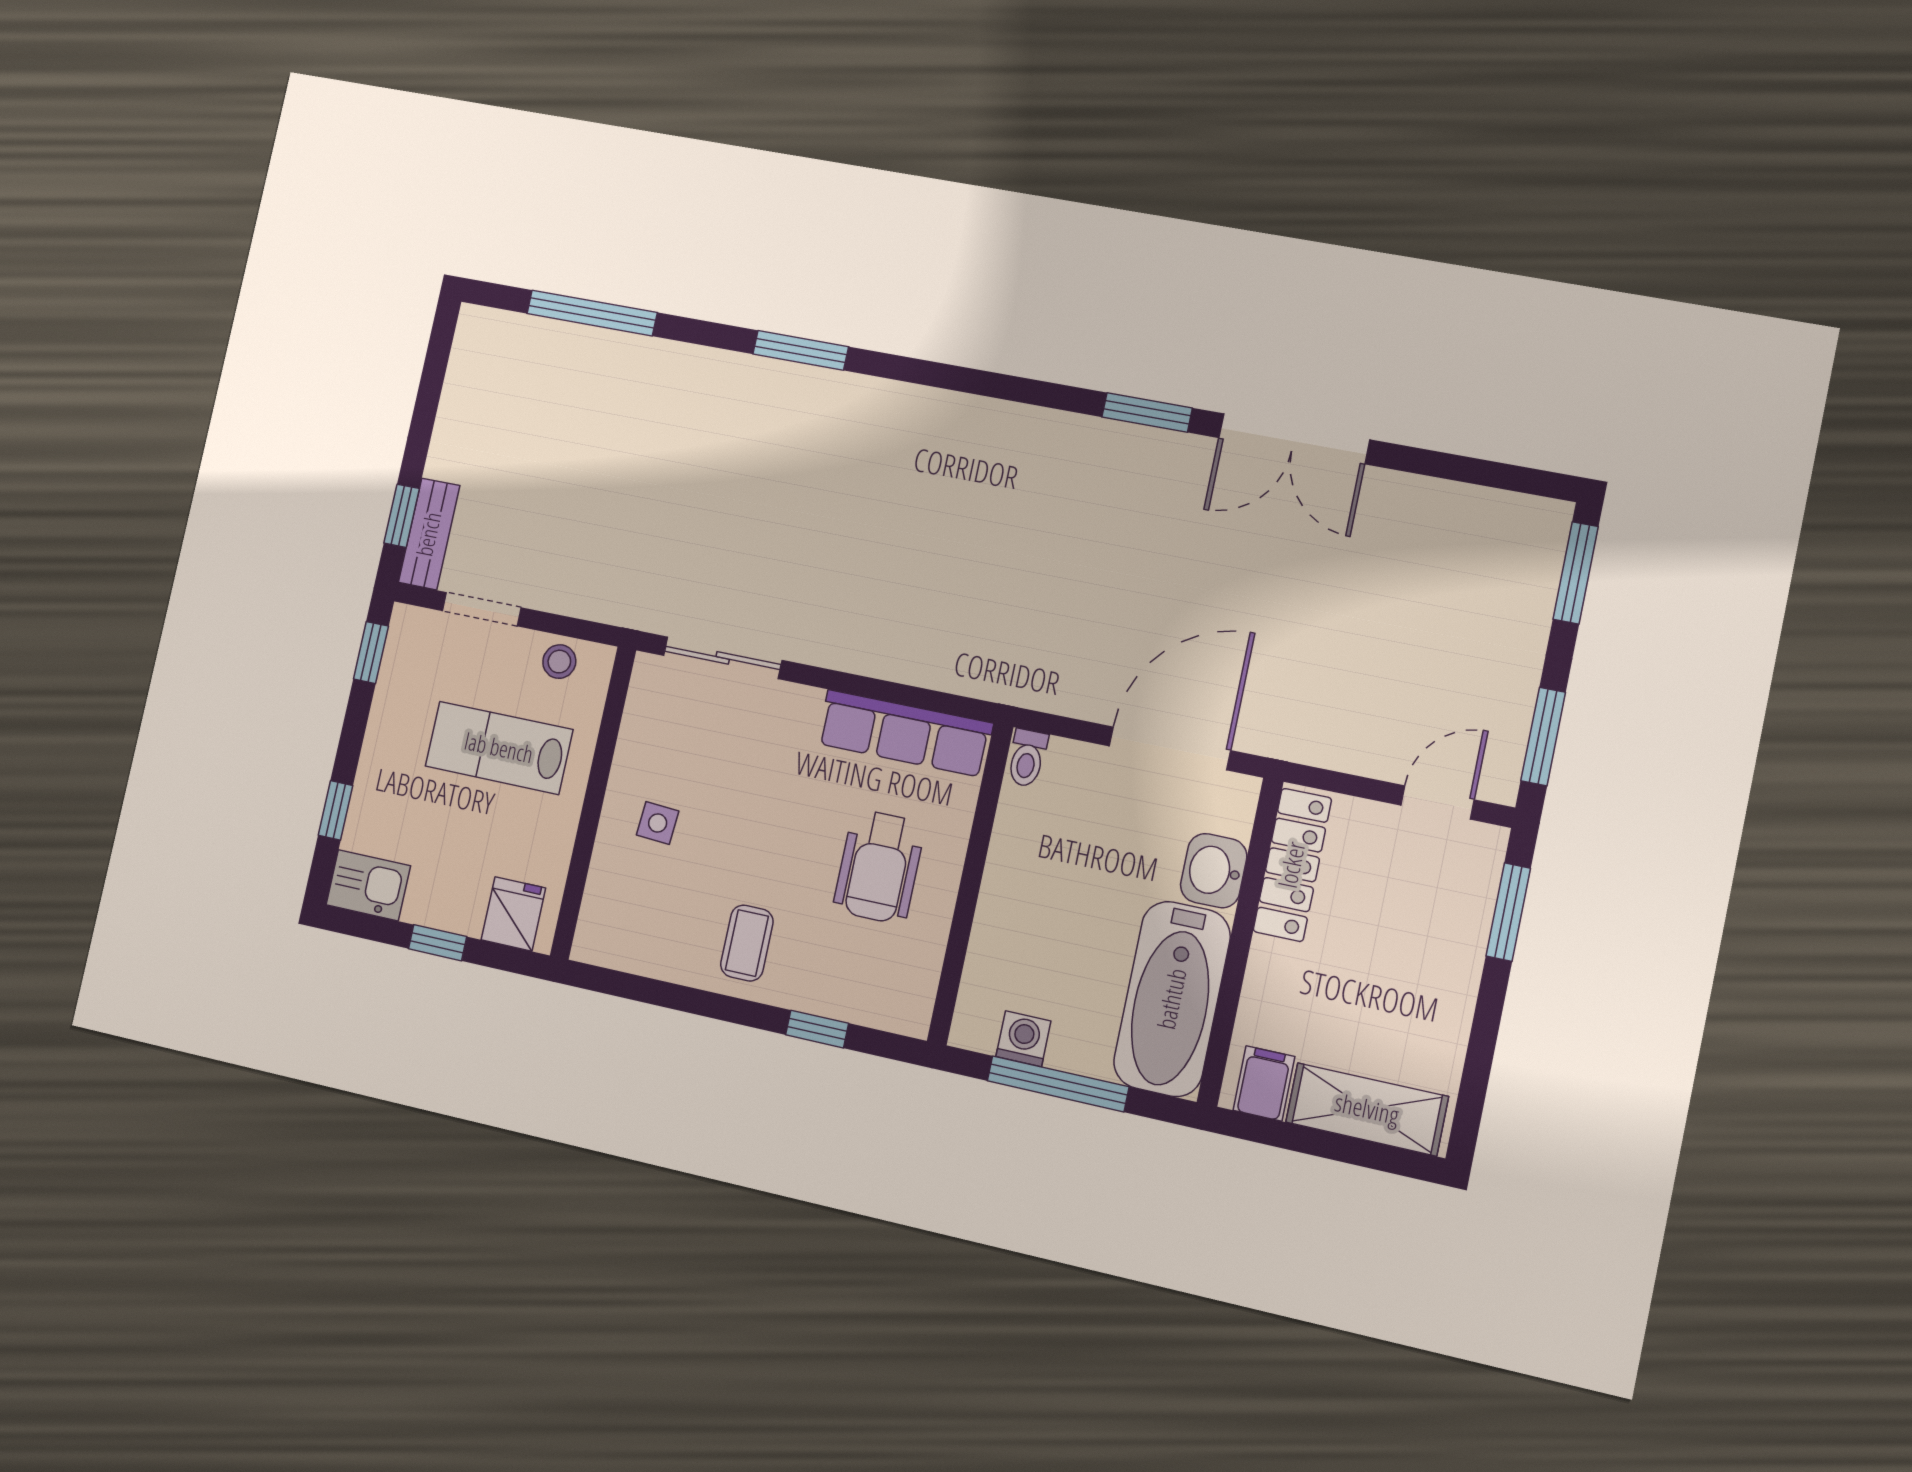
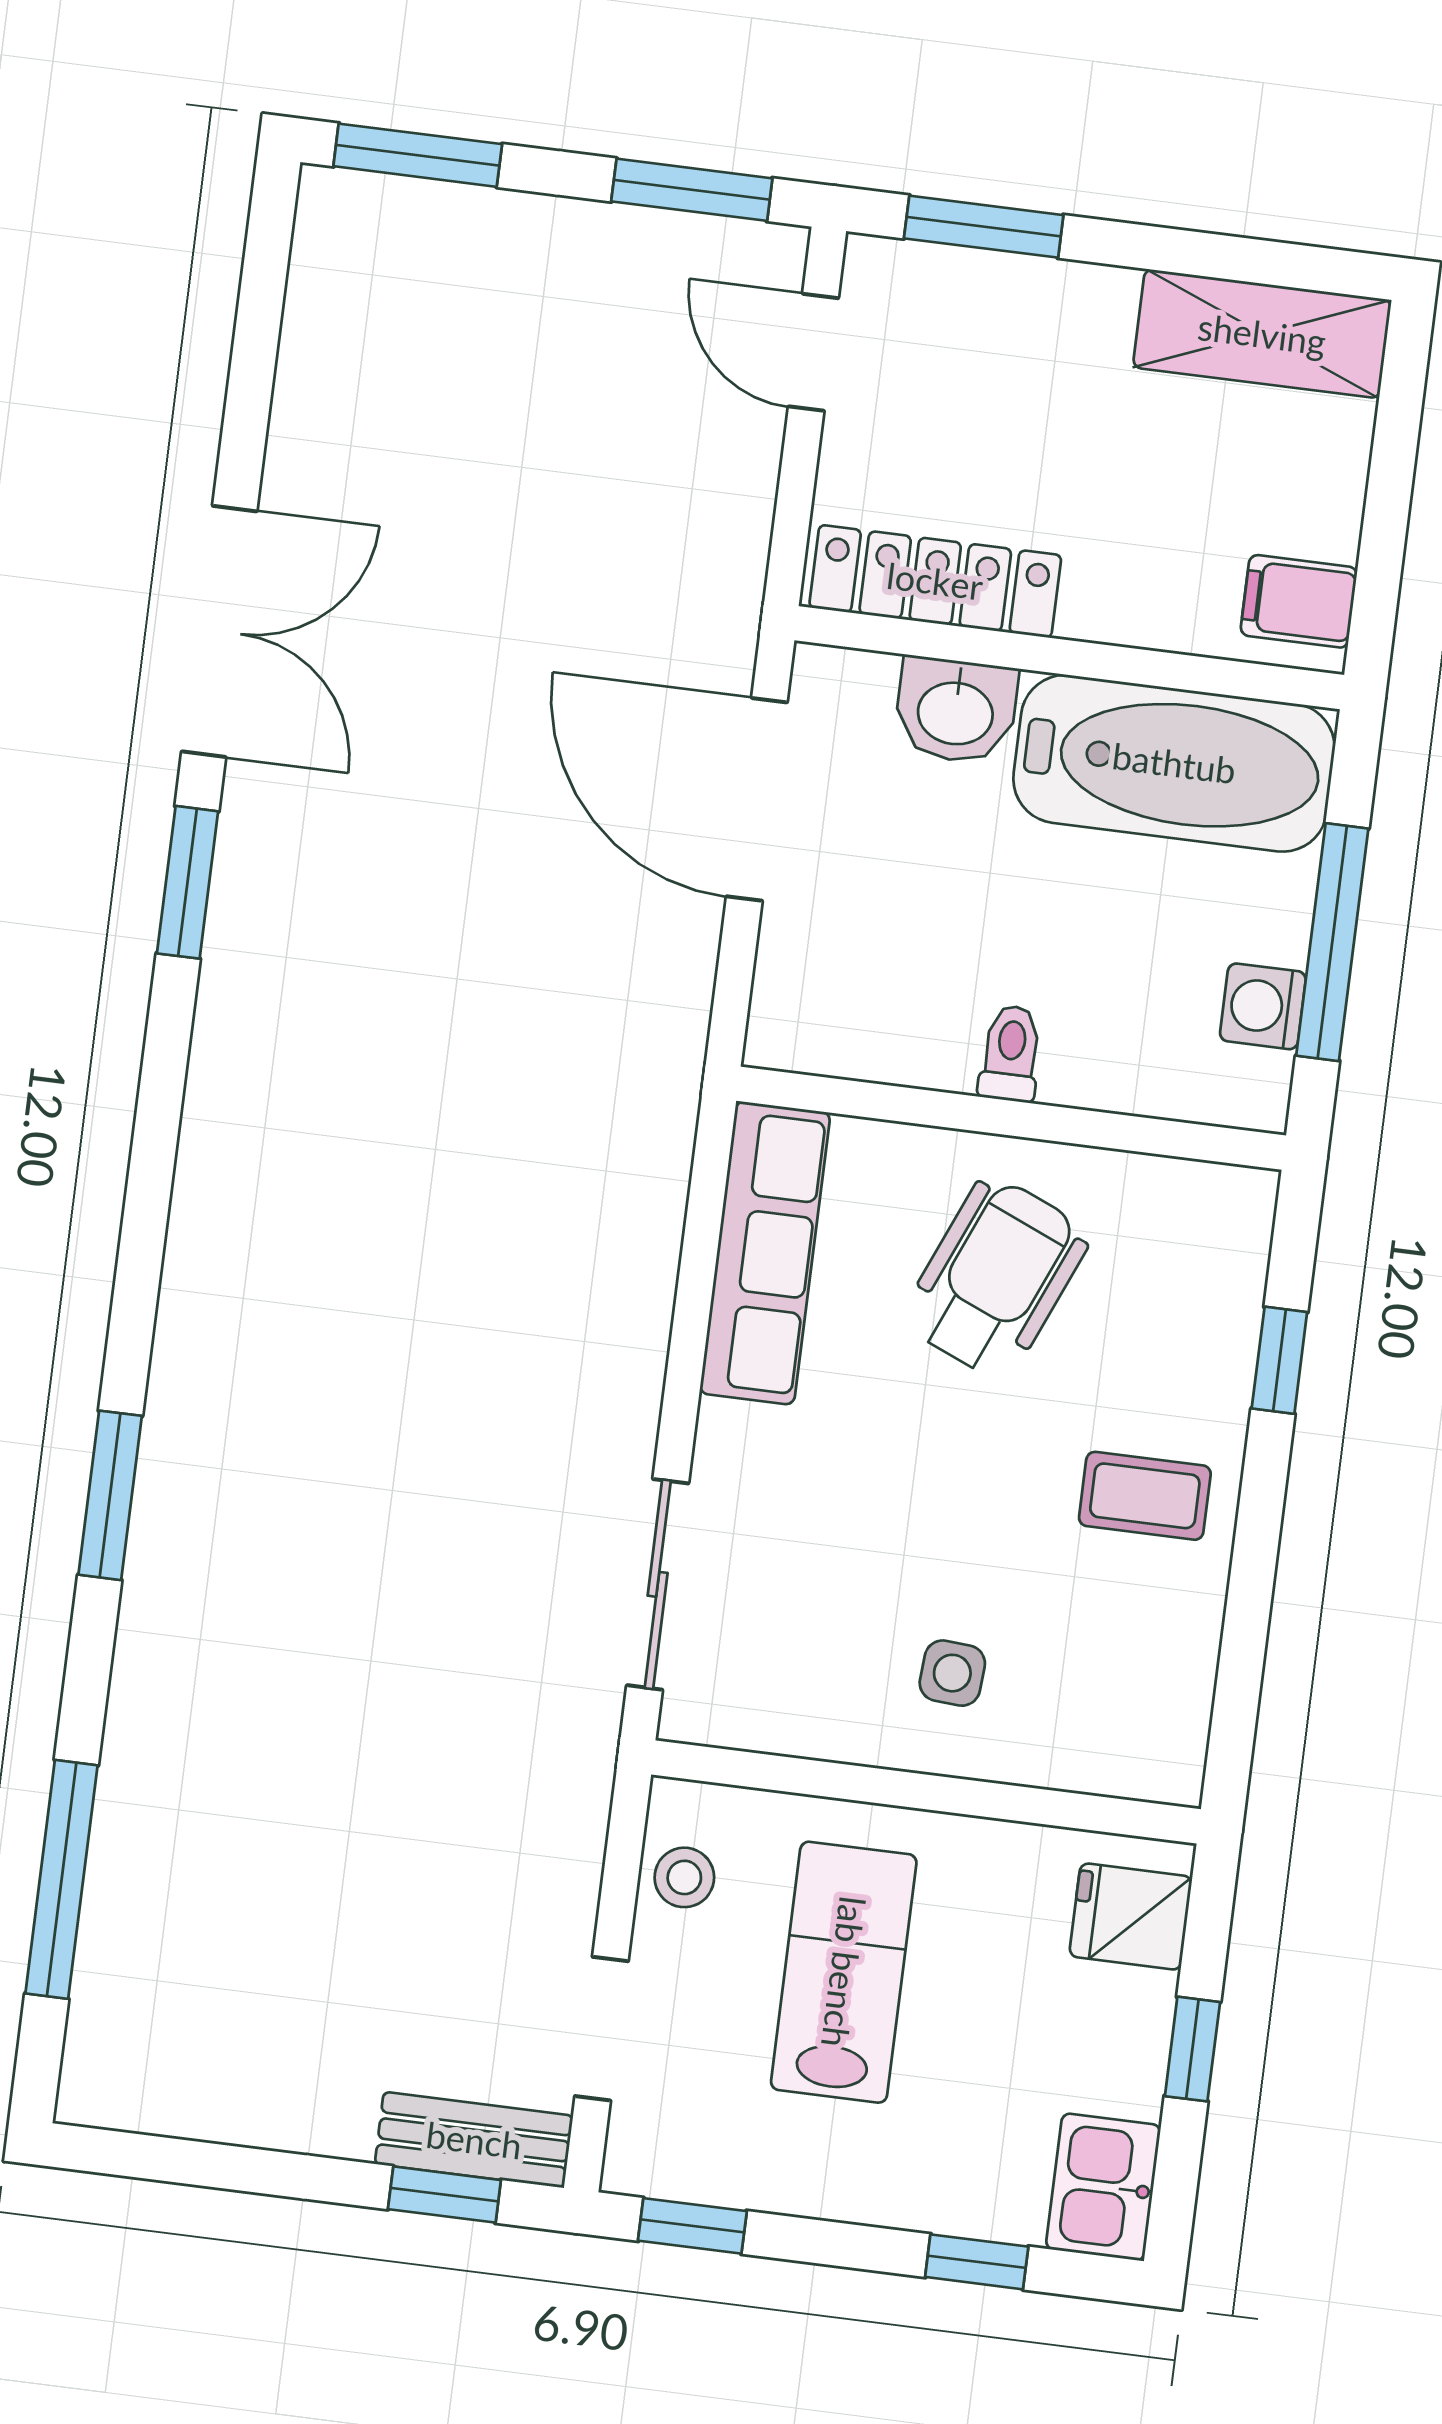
lab bench: (499, 748) -> (844, 1972), turned 180
toilet: (1027, 758) -> (1011, 1053), moved, turned -90
wheelchair: (879, 867) -> (996, 1277), turned -67
shelving: (1367, 1109) -> (1262, 334), moved, turned 90

